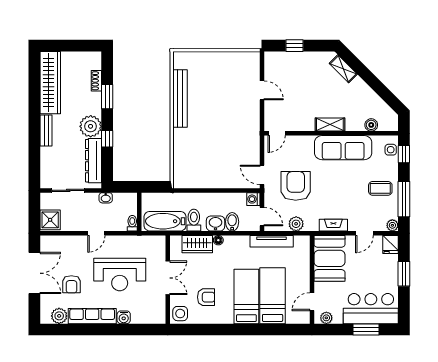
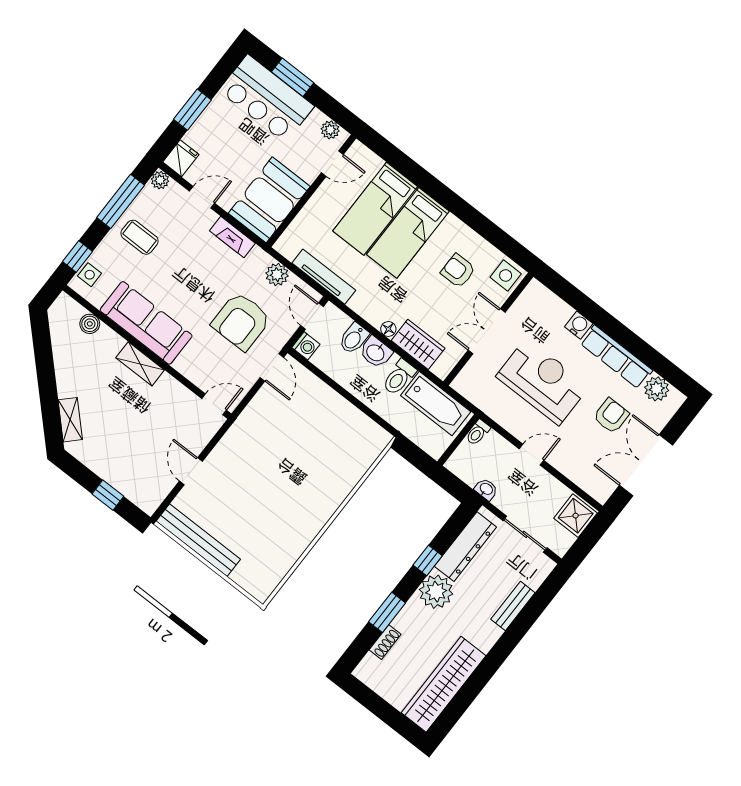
bench: (180, 99) -> (198, 540), moved, turned 90
bench: (46, 131) -> (513, 606), moved

